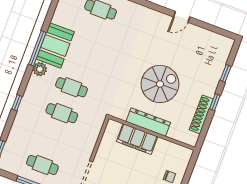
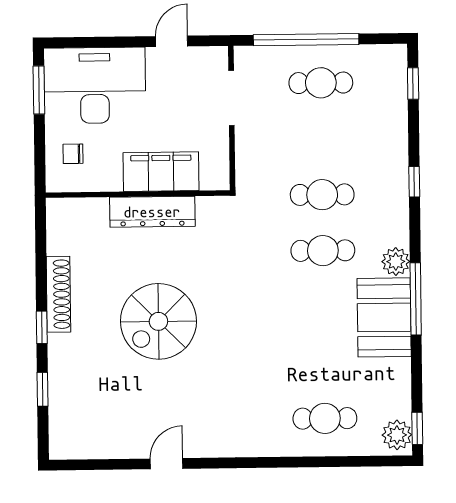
dresser: (148, 122) -> (152, 212), moved
wall: (152, 133) -> (138, 194), moved
filing cabinet: (137, 139) -> (161, 172), moved

